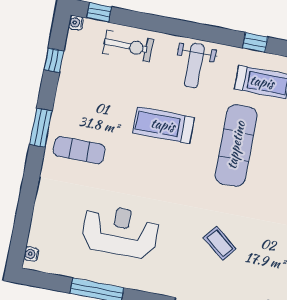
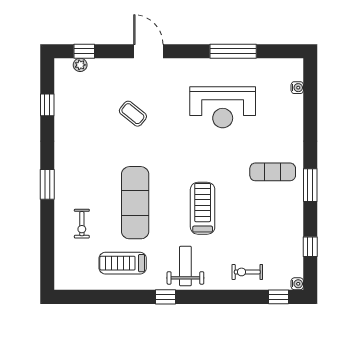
window: (255, 42) -> (165, 297), moved
exercise bike: (128, 46) -> (247, 272), width x0.73, depth x0.72
treadmill: (163, 125) -> (203, 208), turned -90
water cooler: (31, 254) -> (297, 88), moved

